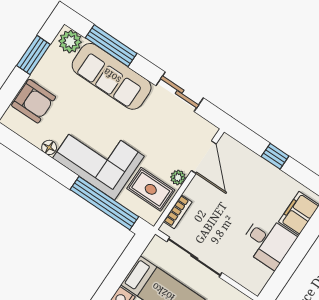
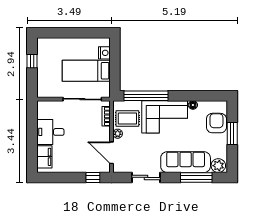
window: (33, 55) -> (232, 133), moved
armchair: (34, 101) -> (216, 123), turned 90
window: (275, 156) -> (93, 177), moved

